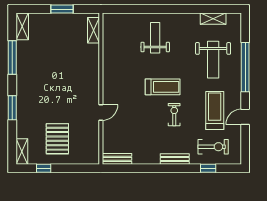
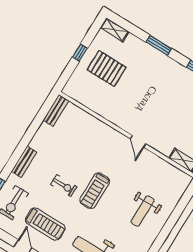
weight bench: (155, 38) -> (143, 211), turned 90
door: (101, 112) -> (138, 141), moved
window: (44, 168) -> (80, 53), moved

